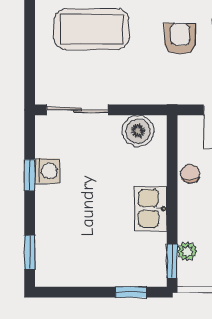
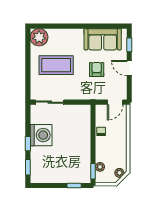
boiler: (138, 131) -> (77, 112), removed
washing machine: (47, 171) -> (41, 135), width x1.89, depth x1.89
window: (30, 175) -> (28, 144), moved
kitchen sink: (151, 209) -> (83, 147), removed

